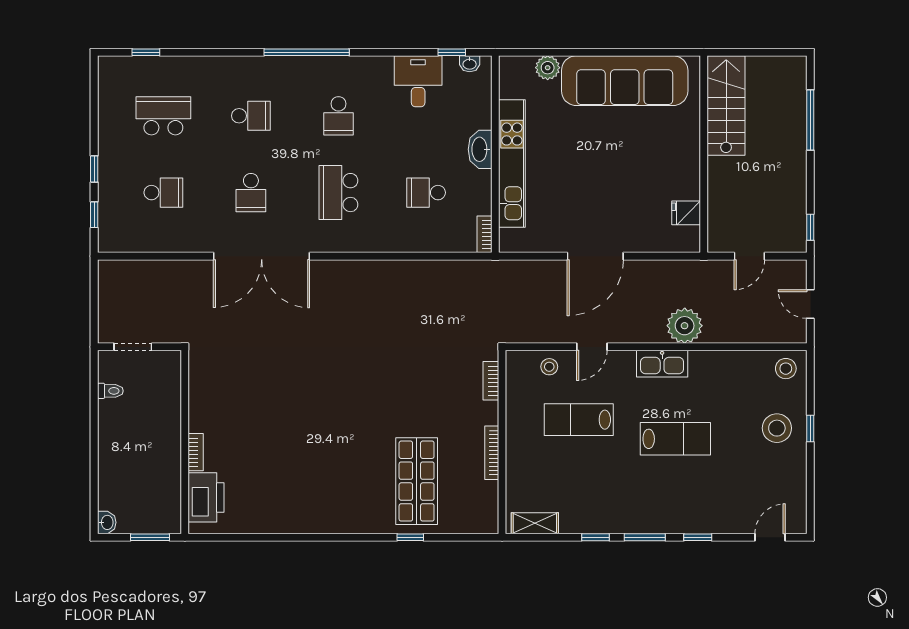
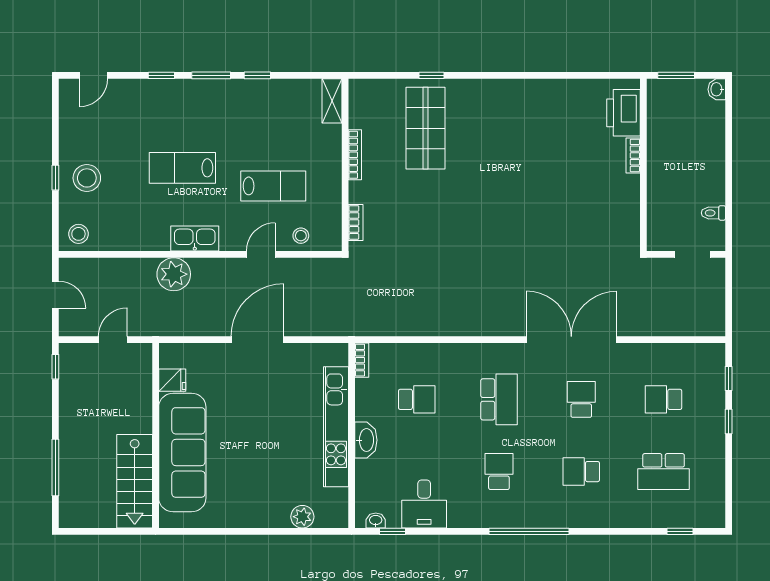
sofa: (625, 81) -> (182, 452), moved, turned 90
shelving: (535, 523) -> (332, 101), moved, turned 90

